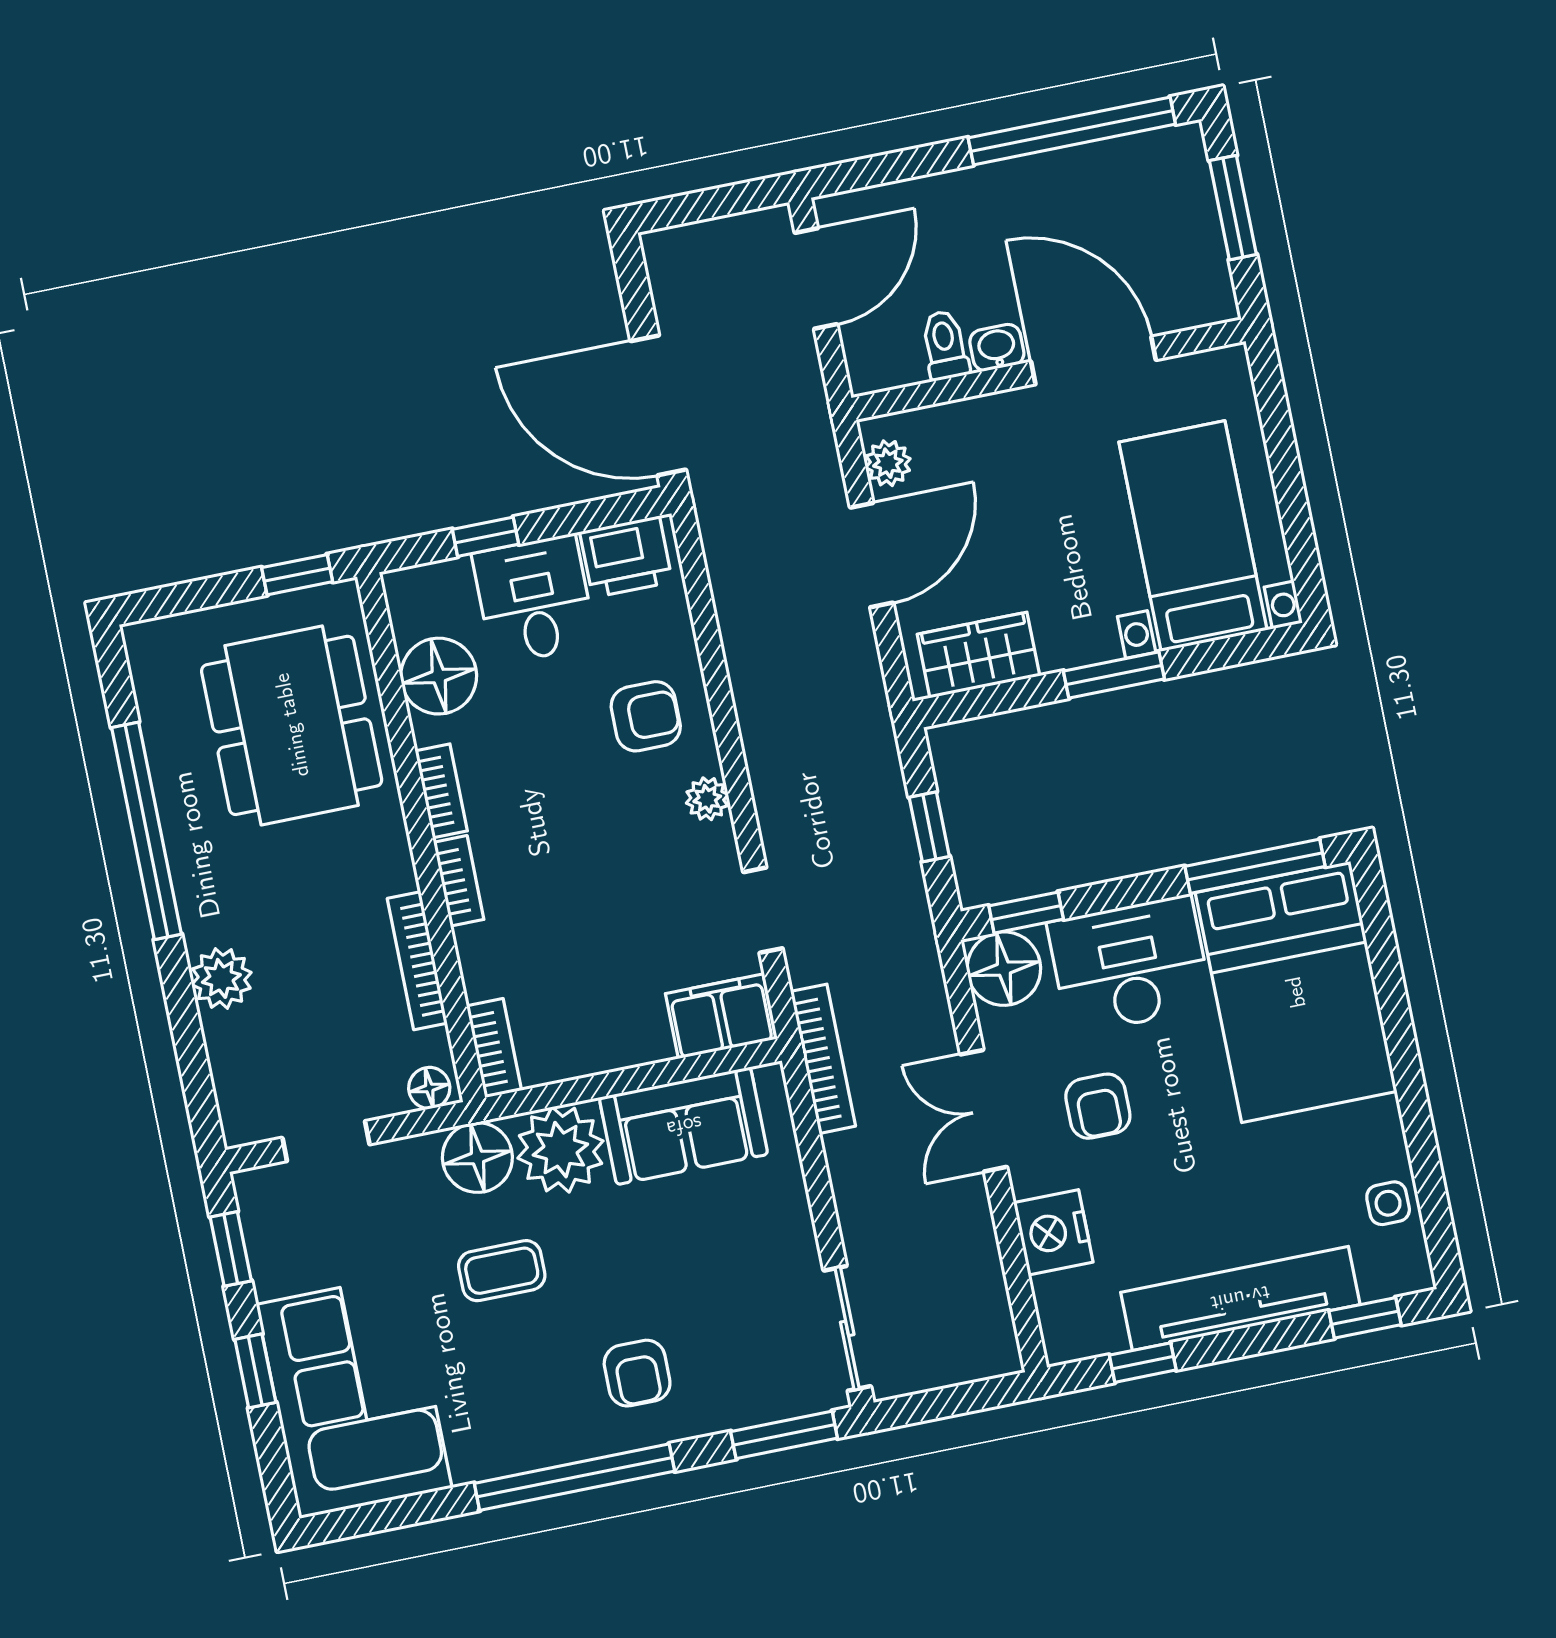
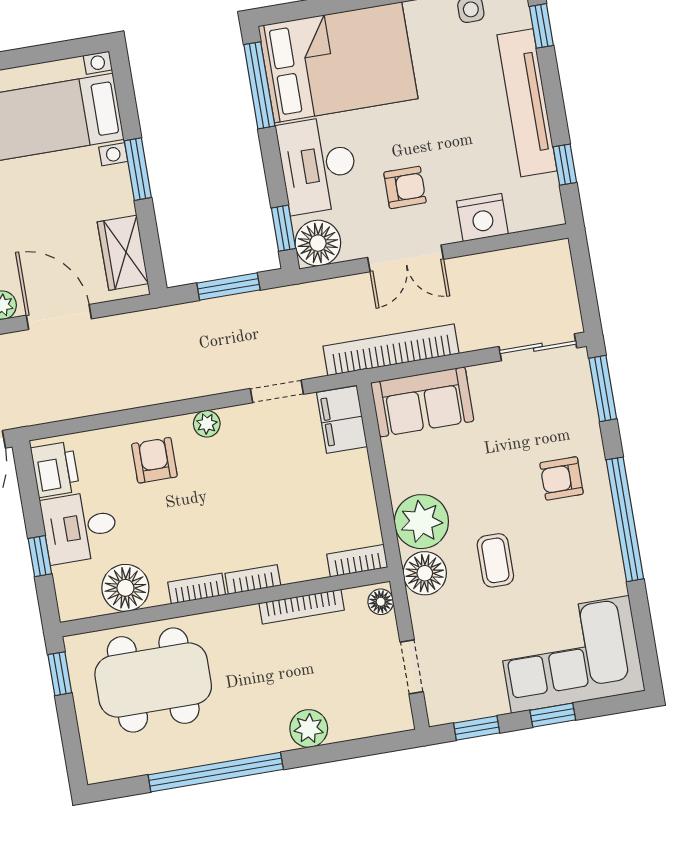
window: (929, 827) -> (228, 287), width x1.50
bookcase: (823, 1059) -> (391, 350), width x1.48, depth x1.31
sofa: (684, 1126) -> (422, 402), moved, turned 90
armchair: (637, 1373) -> (562, 478), turned 180

